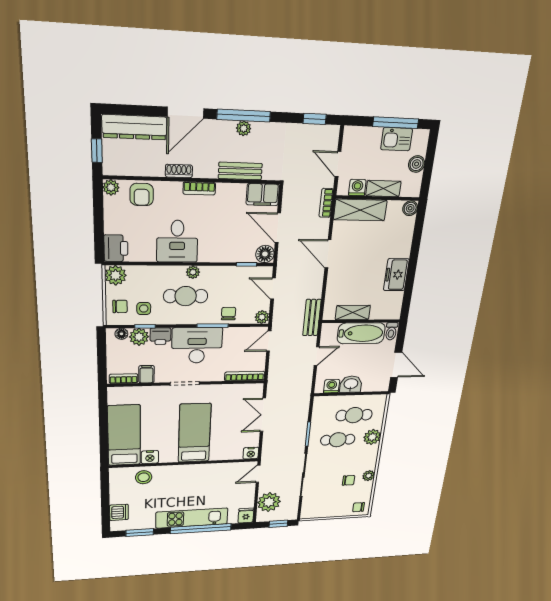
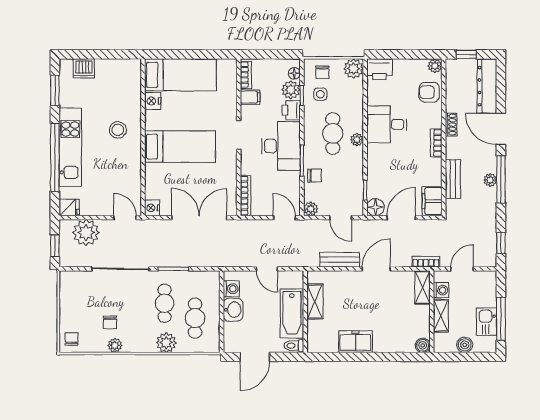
shelving: (360, 210) -> (422, 287), width x0.67, depth x0.75
door: (273, 289) -> (341, 218), swing flipped
bench: (312, 318) -> (340, 260), moved
double door: (263, 415) -> (199, 218), width x1.37
stool: (144, 477) -> (118, 130), moved

